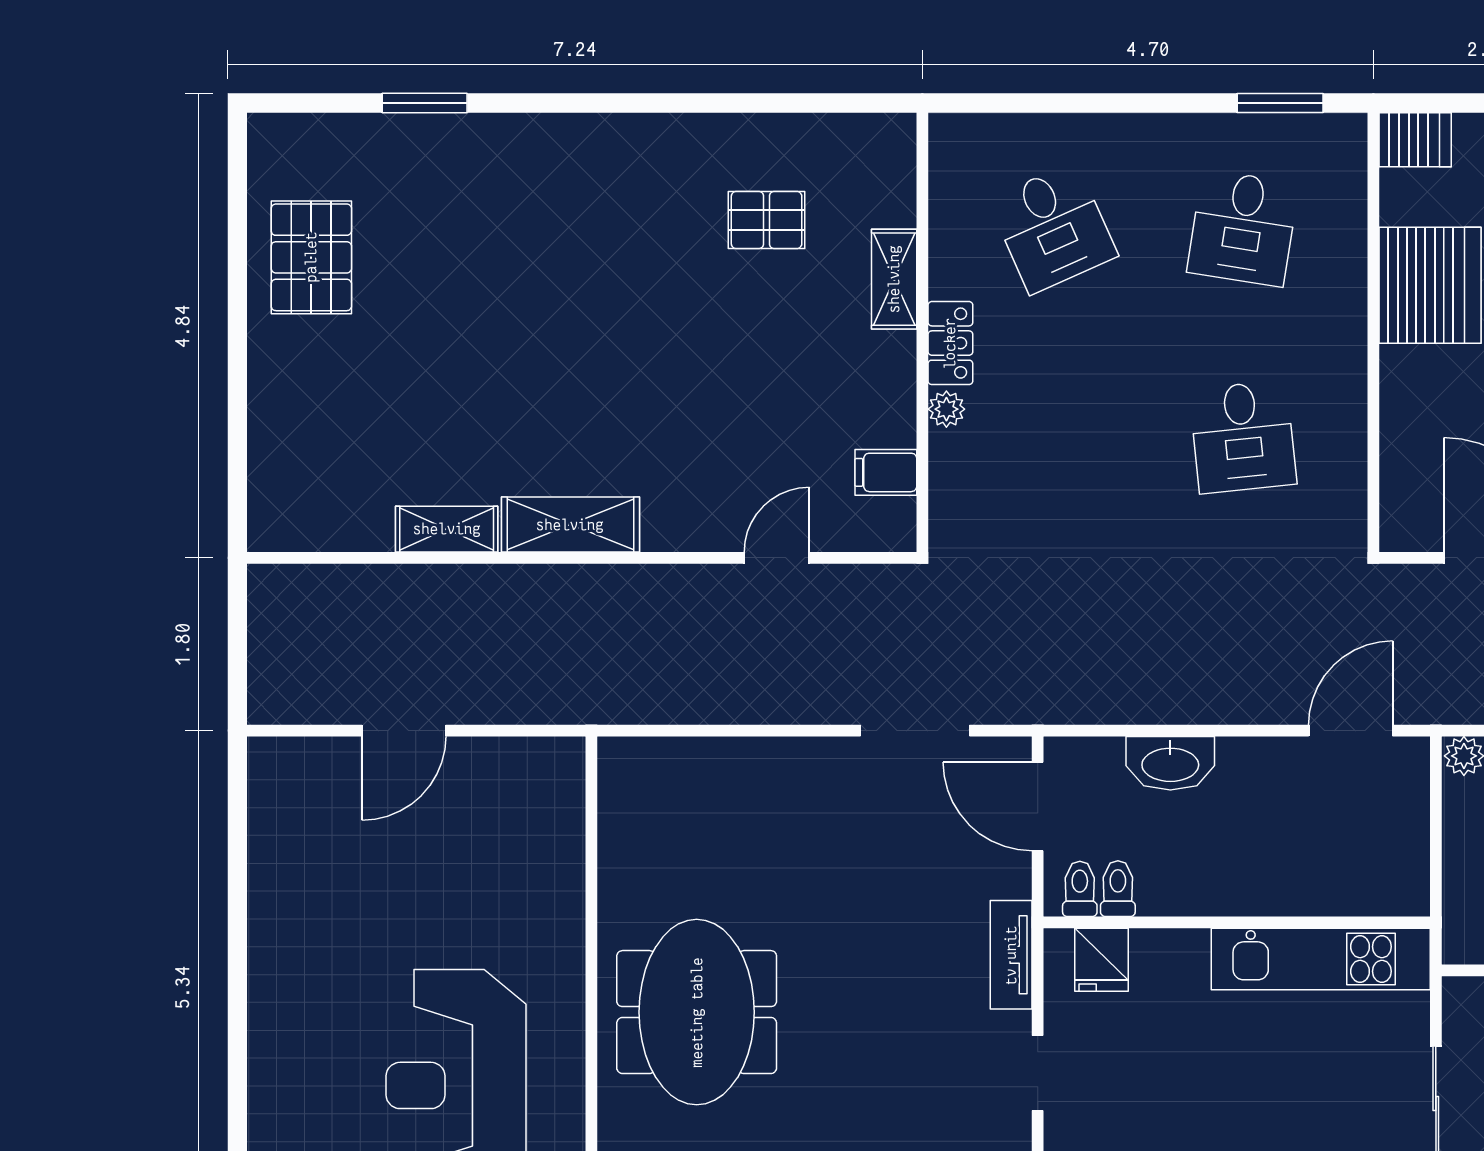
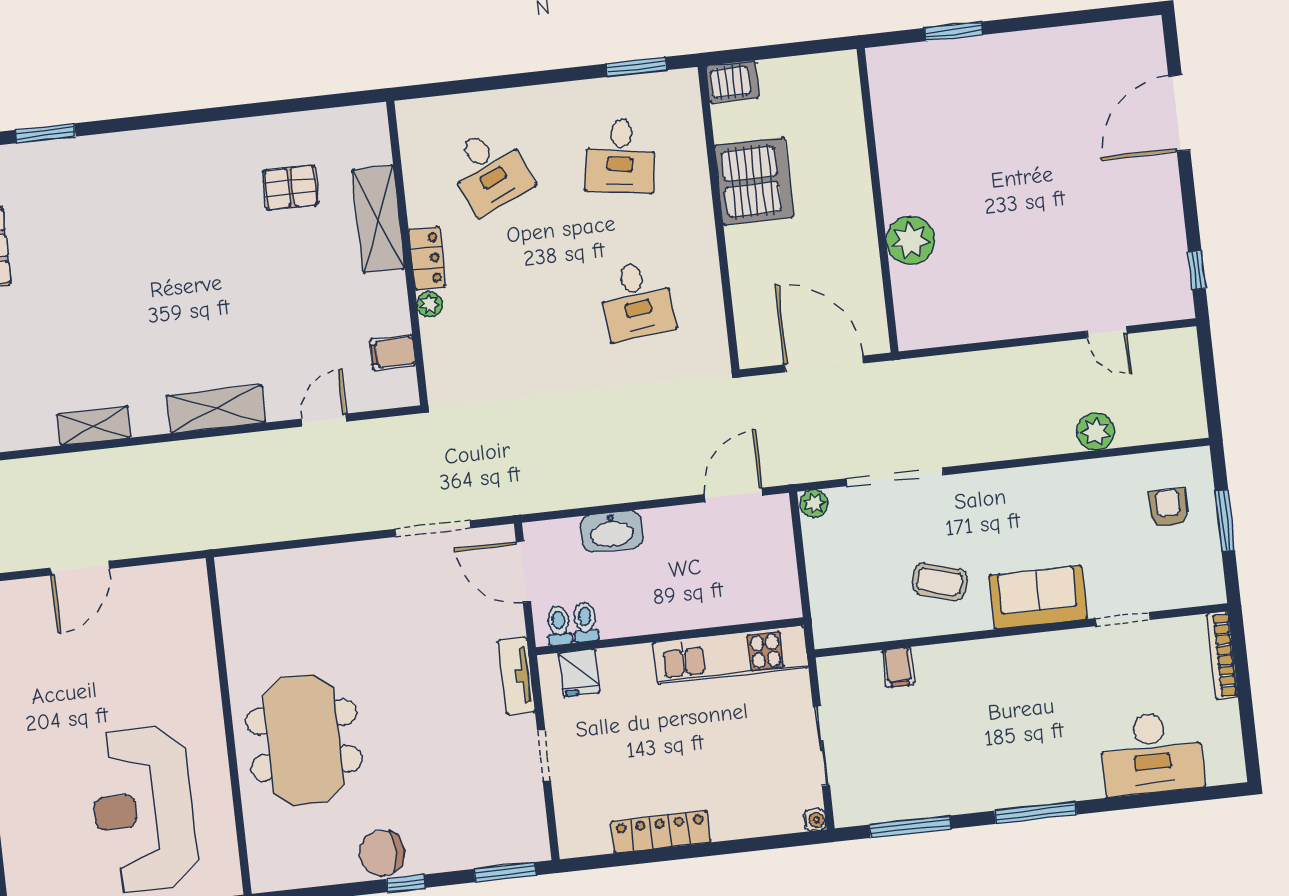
shelving: (894, 279) -> (378, 219), width x1.50, depth x1.33
shelving: (570, 525) -> (216, 409), moved

